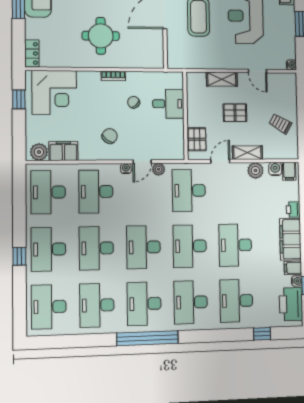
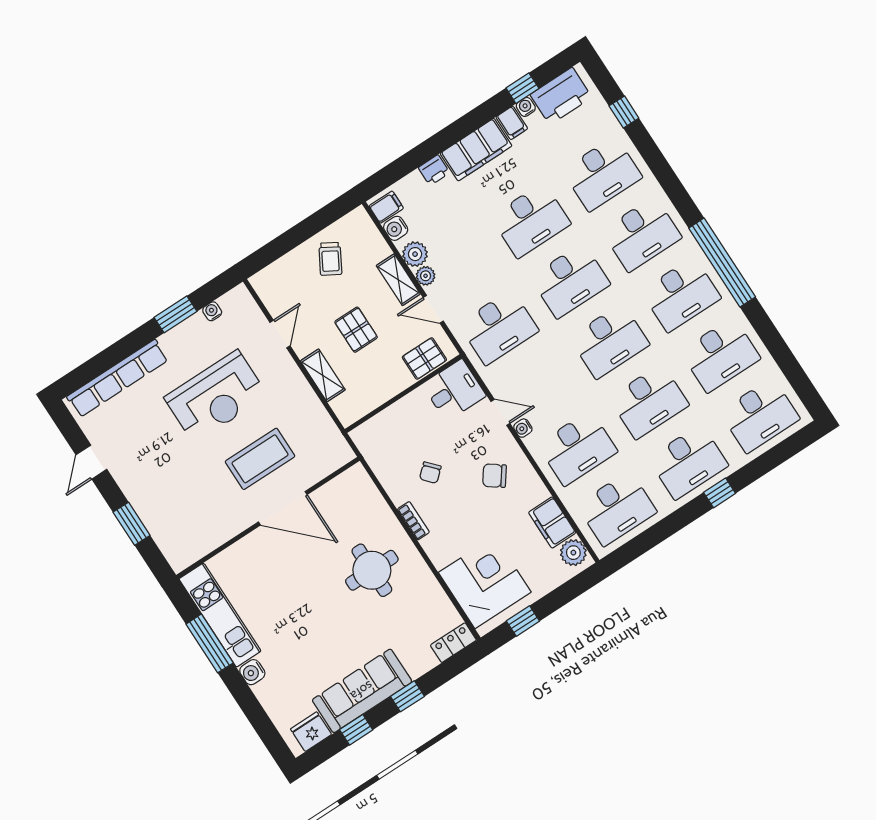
water cooler: (291, 65) -> (212, 311), moved
desk: (168, 104) -> (454, 390), moved, turned 90
plant: (159, 169) -> (426, 276), moved

